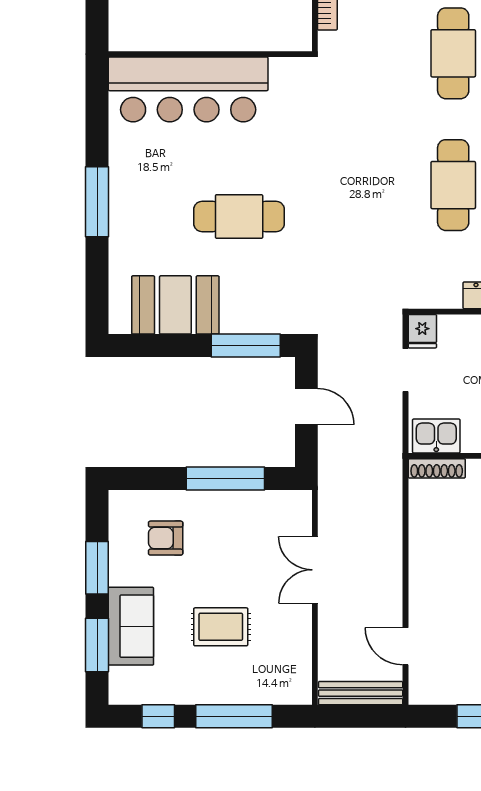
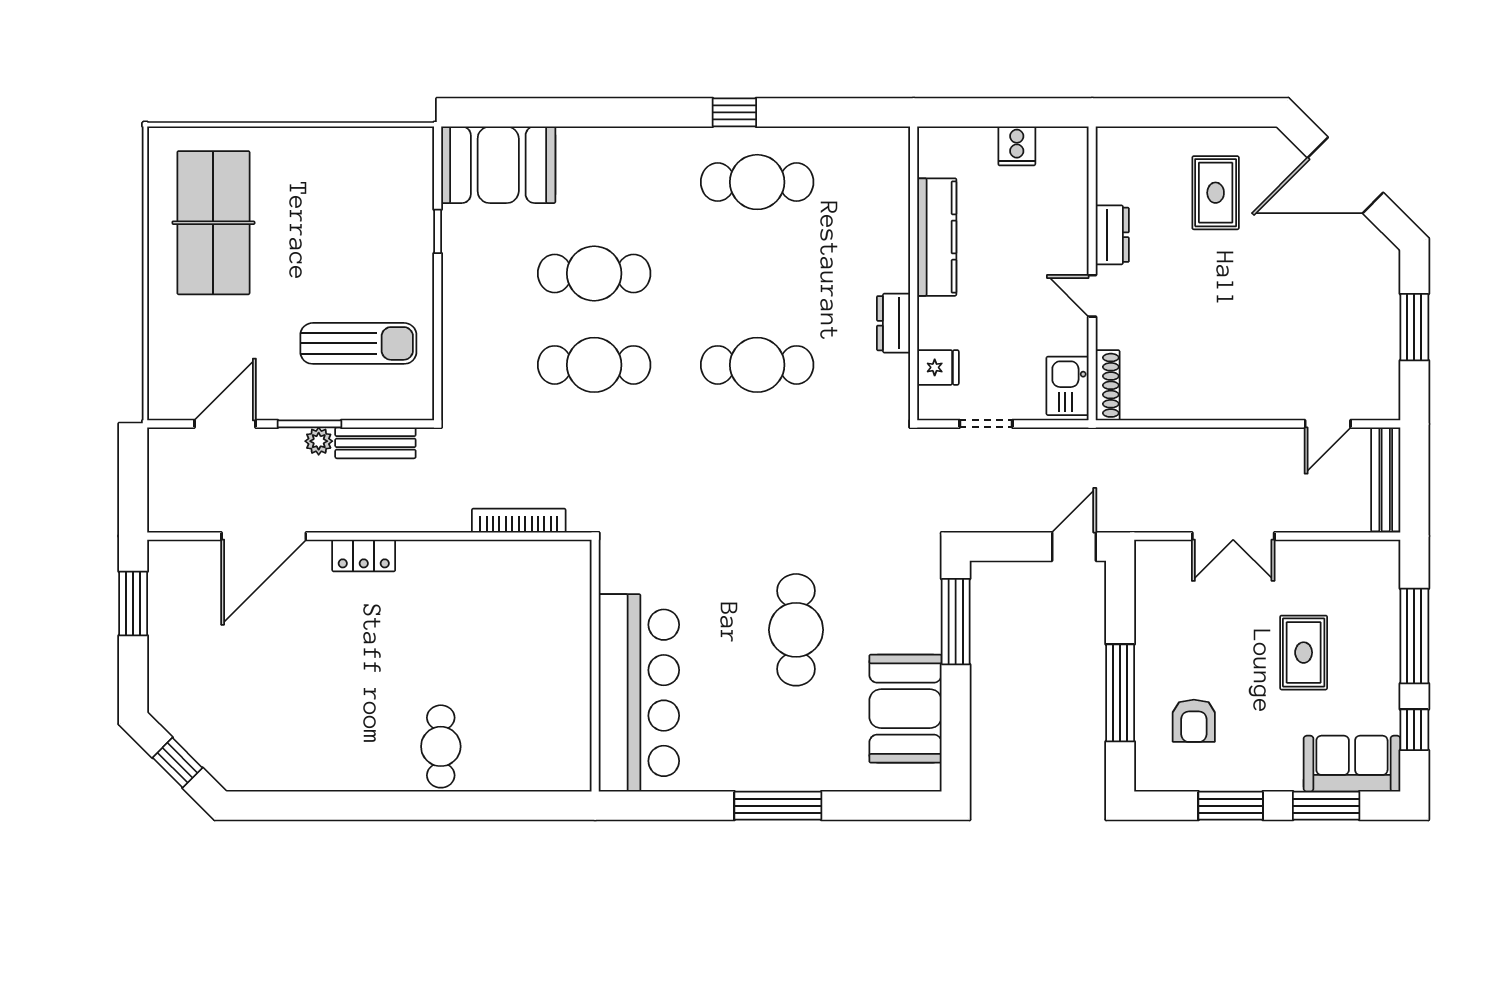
fridge: (422, 331) -> (938, 367), moved
door: (306, 406) -> (1074, 547), moved
window: (225, 479) -> (1120, 693), moved
sofa: (131, 626) -> (1352, 764), moved

